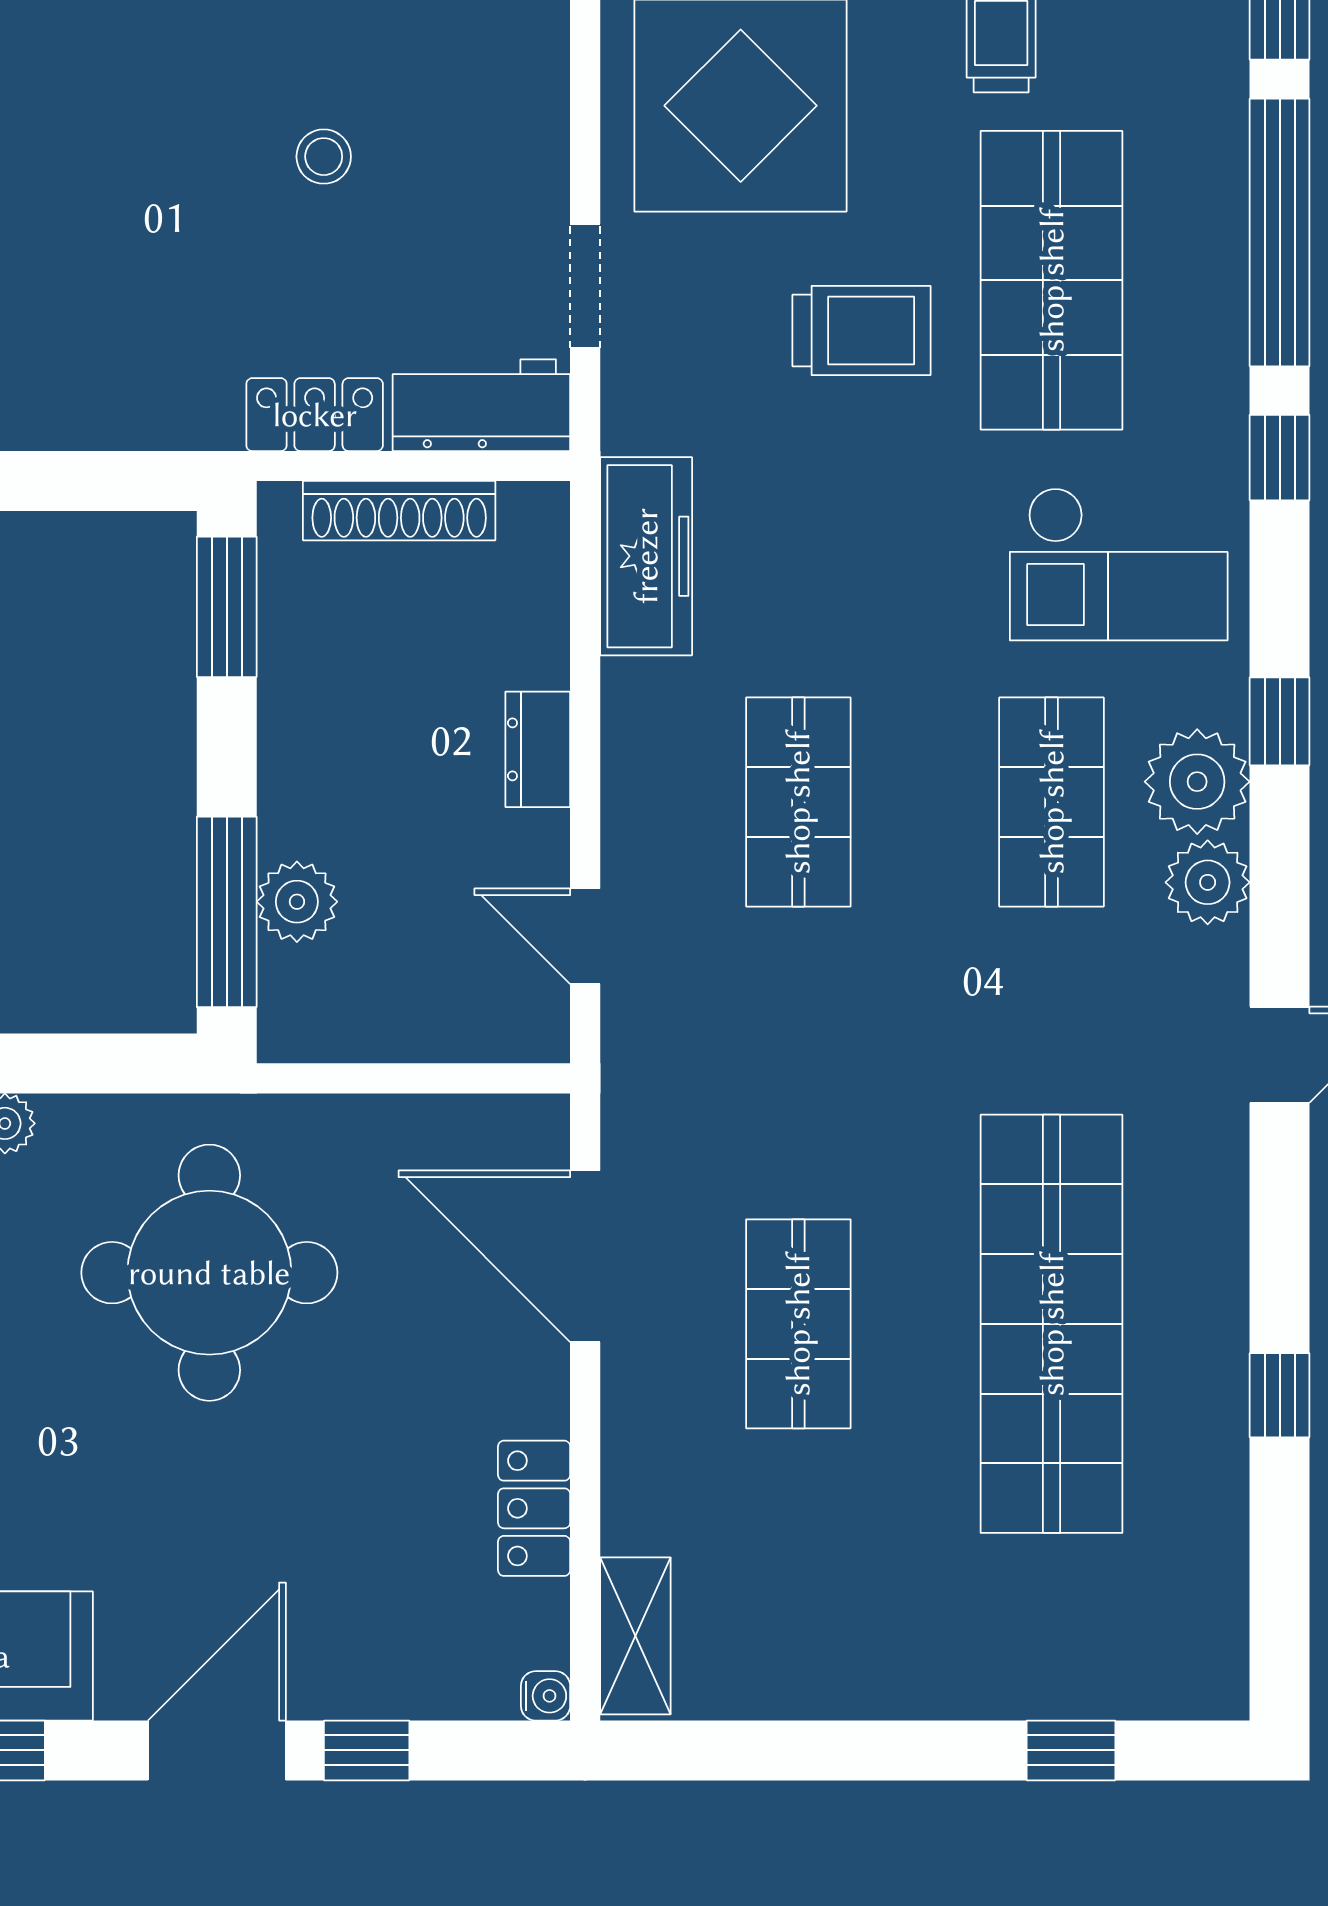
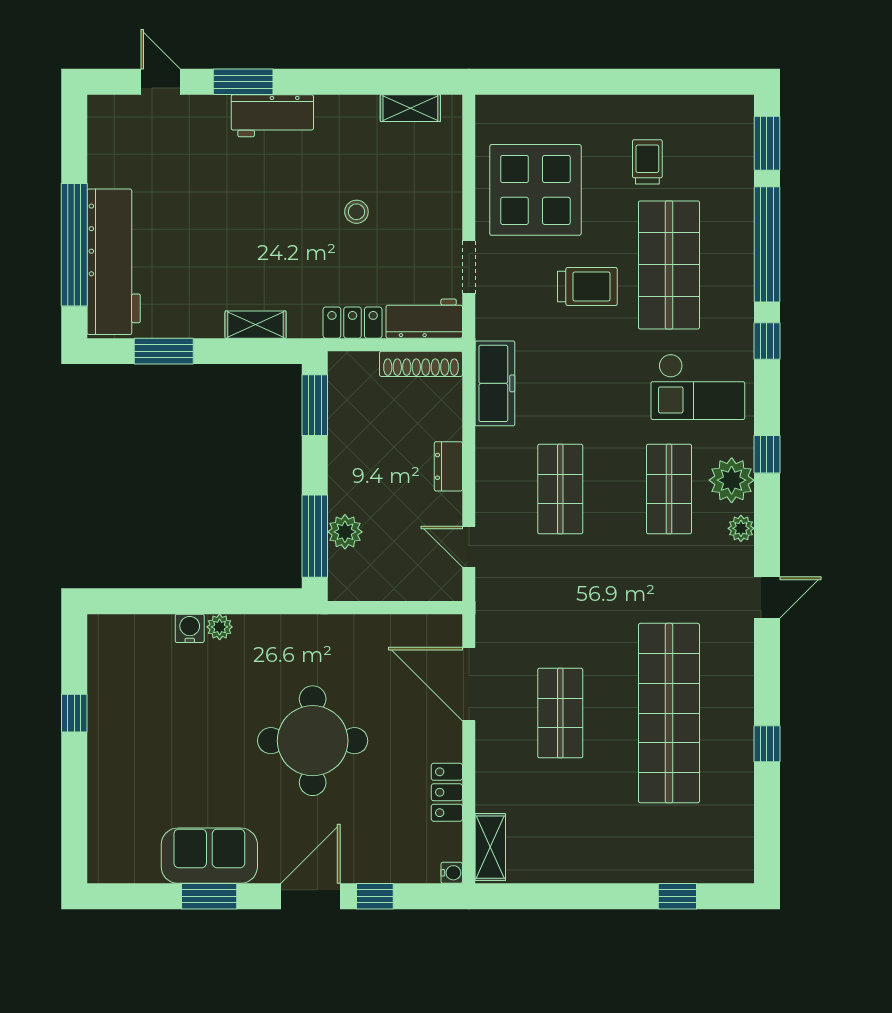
shelving: (89, 419) -> (256, 325), added
shoe rack: (399, 511) -> (421, 364), moved
plant: (1208, 882) -> (741, 528), width x0.73, depth x0.73
round table: (209, 1273) -> (313, 741), moved

